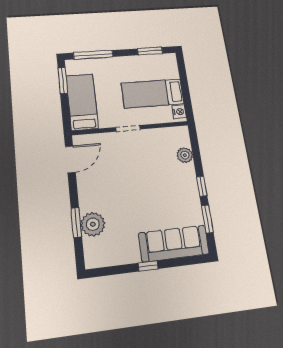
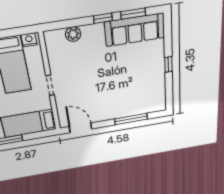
window: (76, 222) -> (131, 119), width x1.44
plant: (93, 224) -> (133, 107), removed
sofa: (174, 243) -> (135, 30), moved, turned -90

